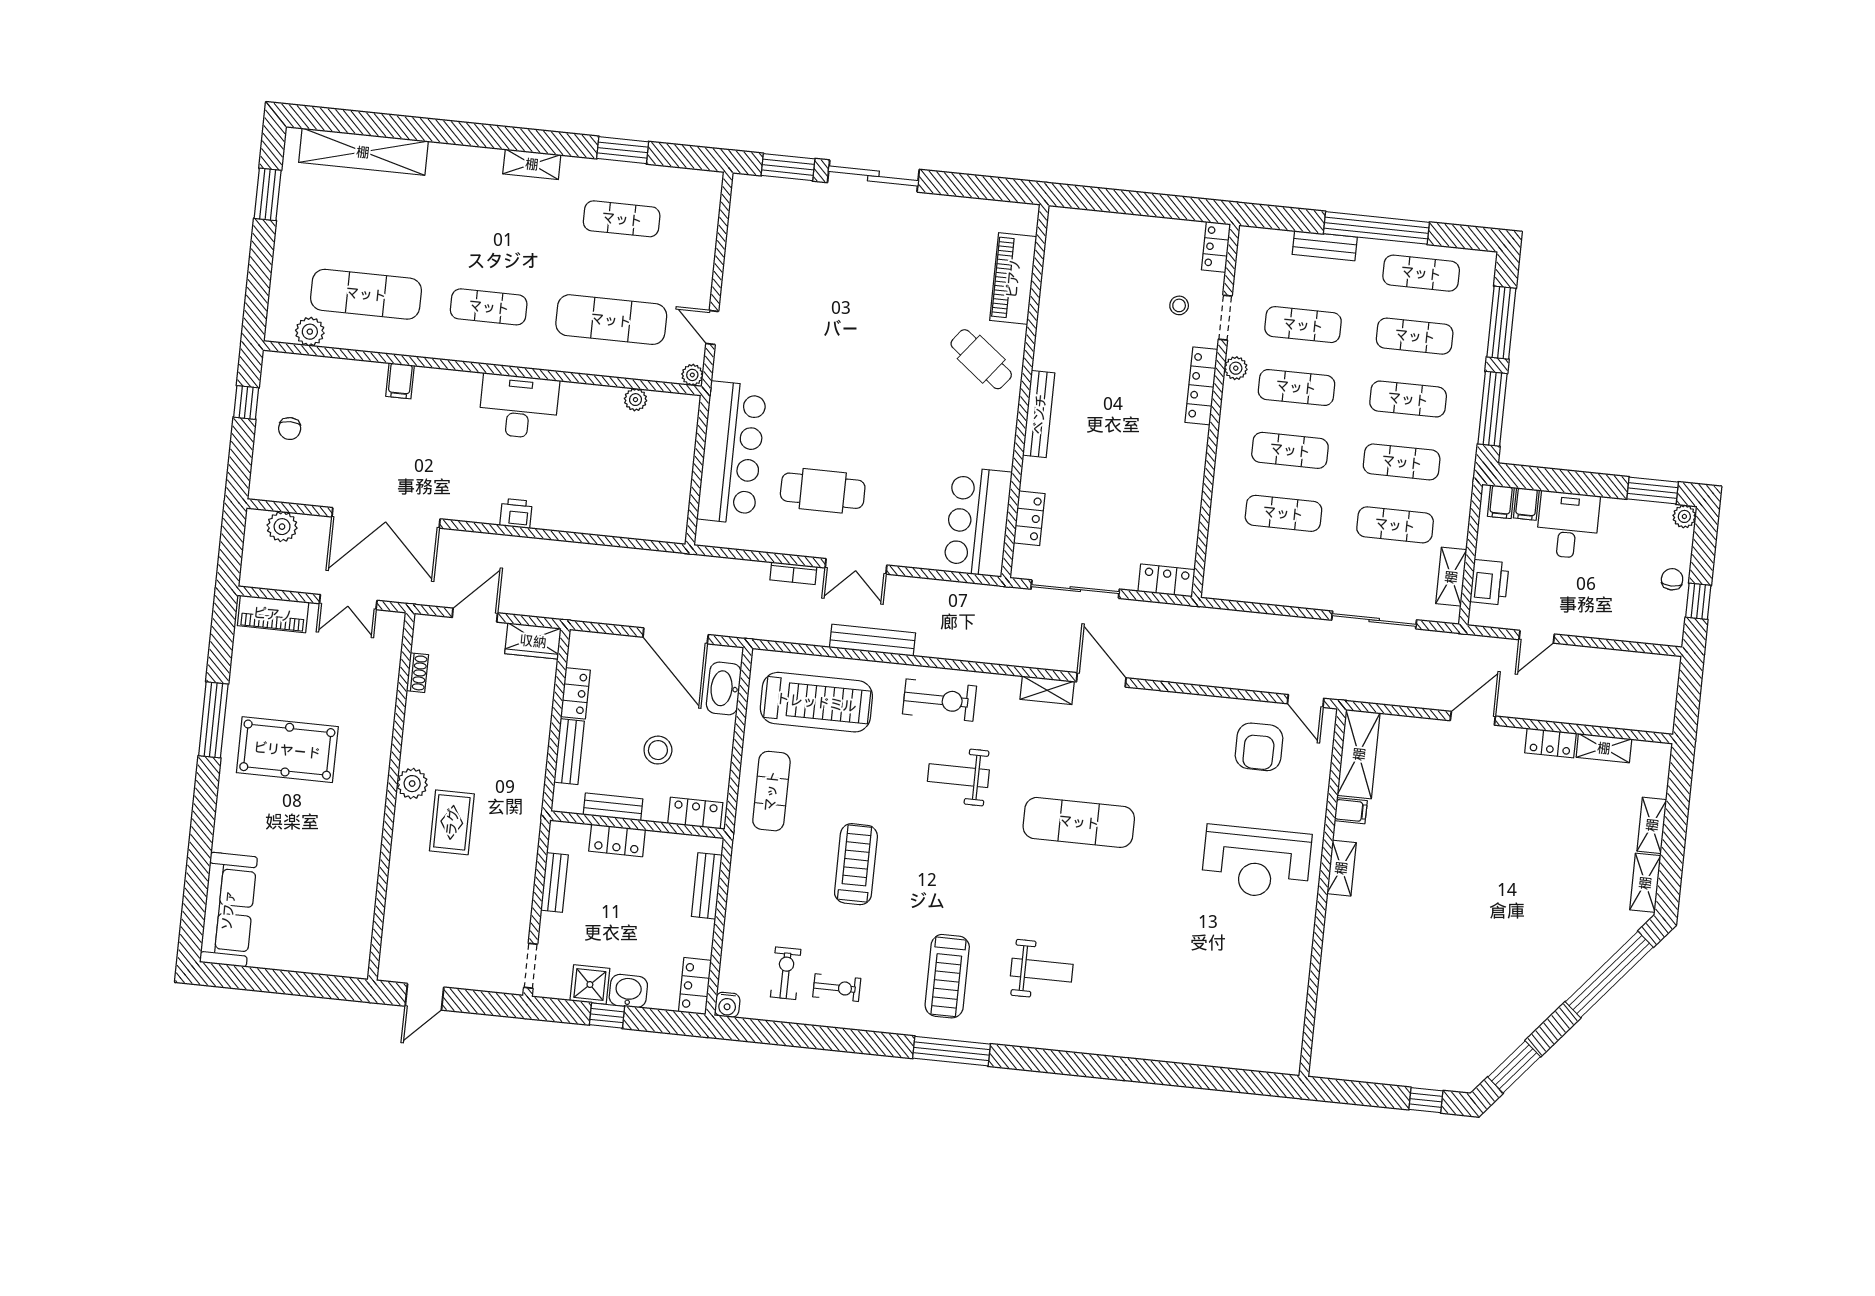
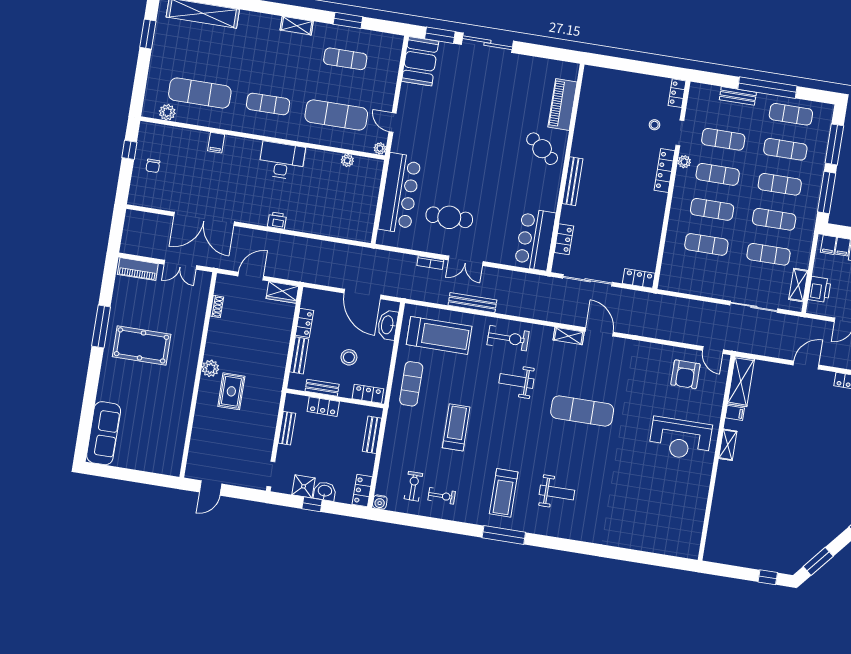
booth: (755, 216) -> (420, 61), added
plant: (282, 527) -> (146, 220), removed

